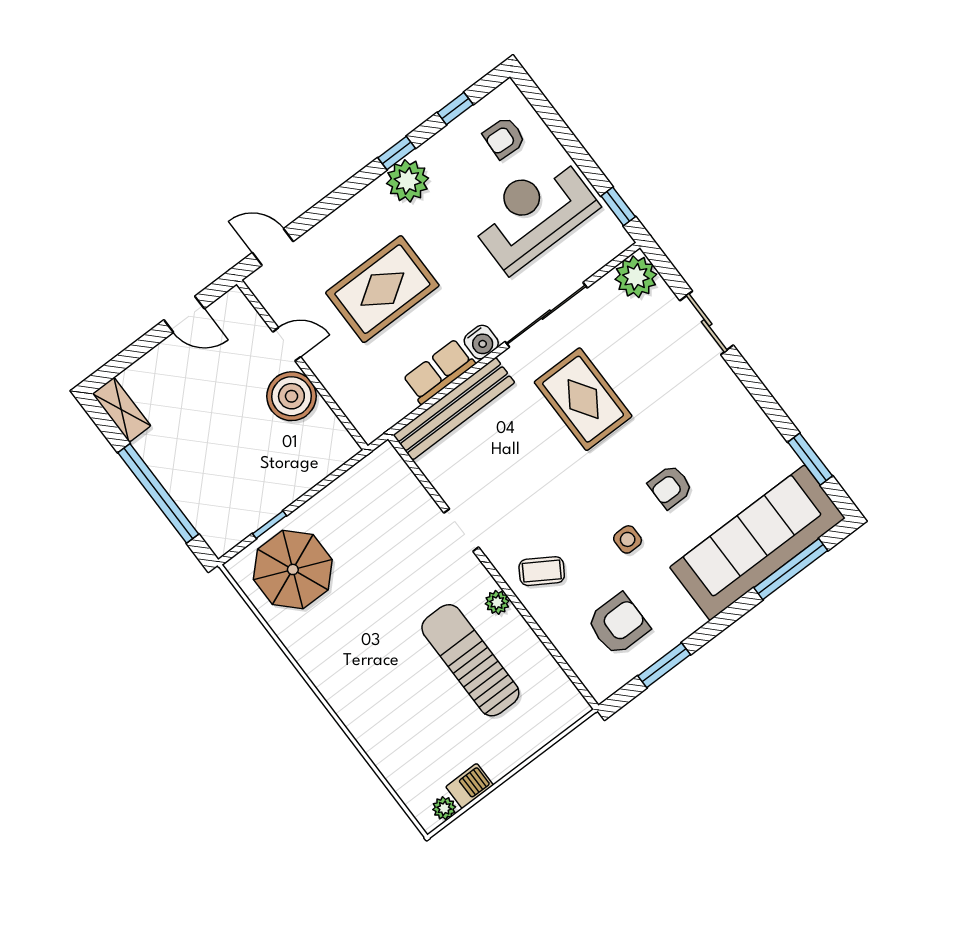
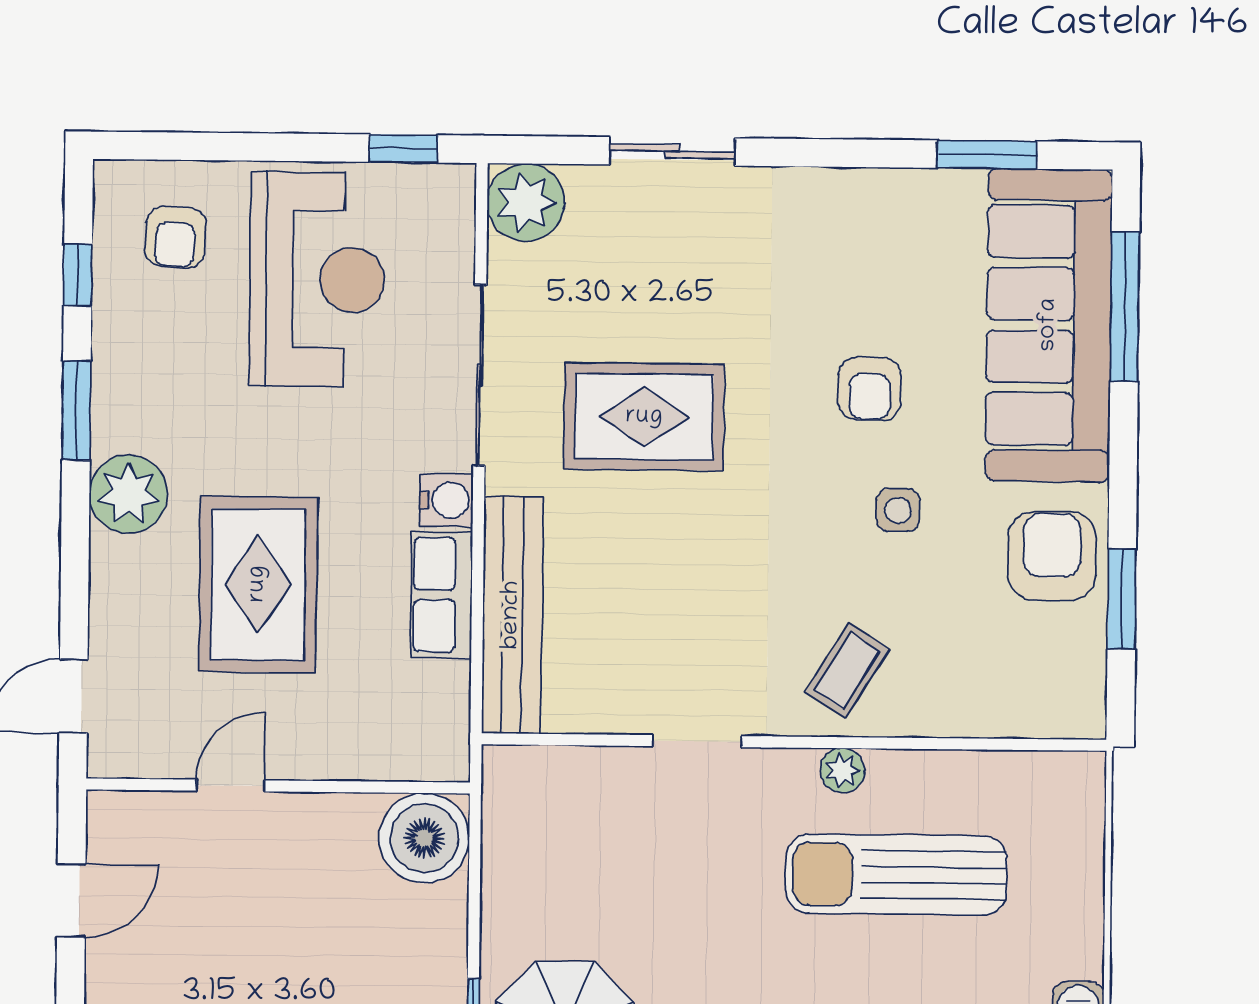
window: (397, 153) -> (76, 410), width x1.50
plant: (408, 181) -> (128, 494), moved
reception desk: (533, 213) -> (317, 279), turned 180
boiler: (291, 396) -> (424, 838), moved
armchair: (618, 624) -> (1052, 556), moved

